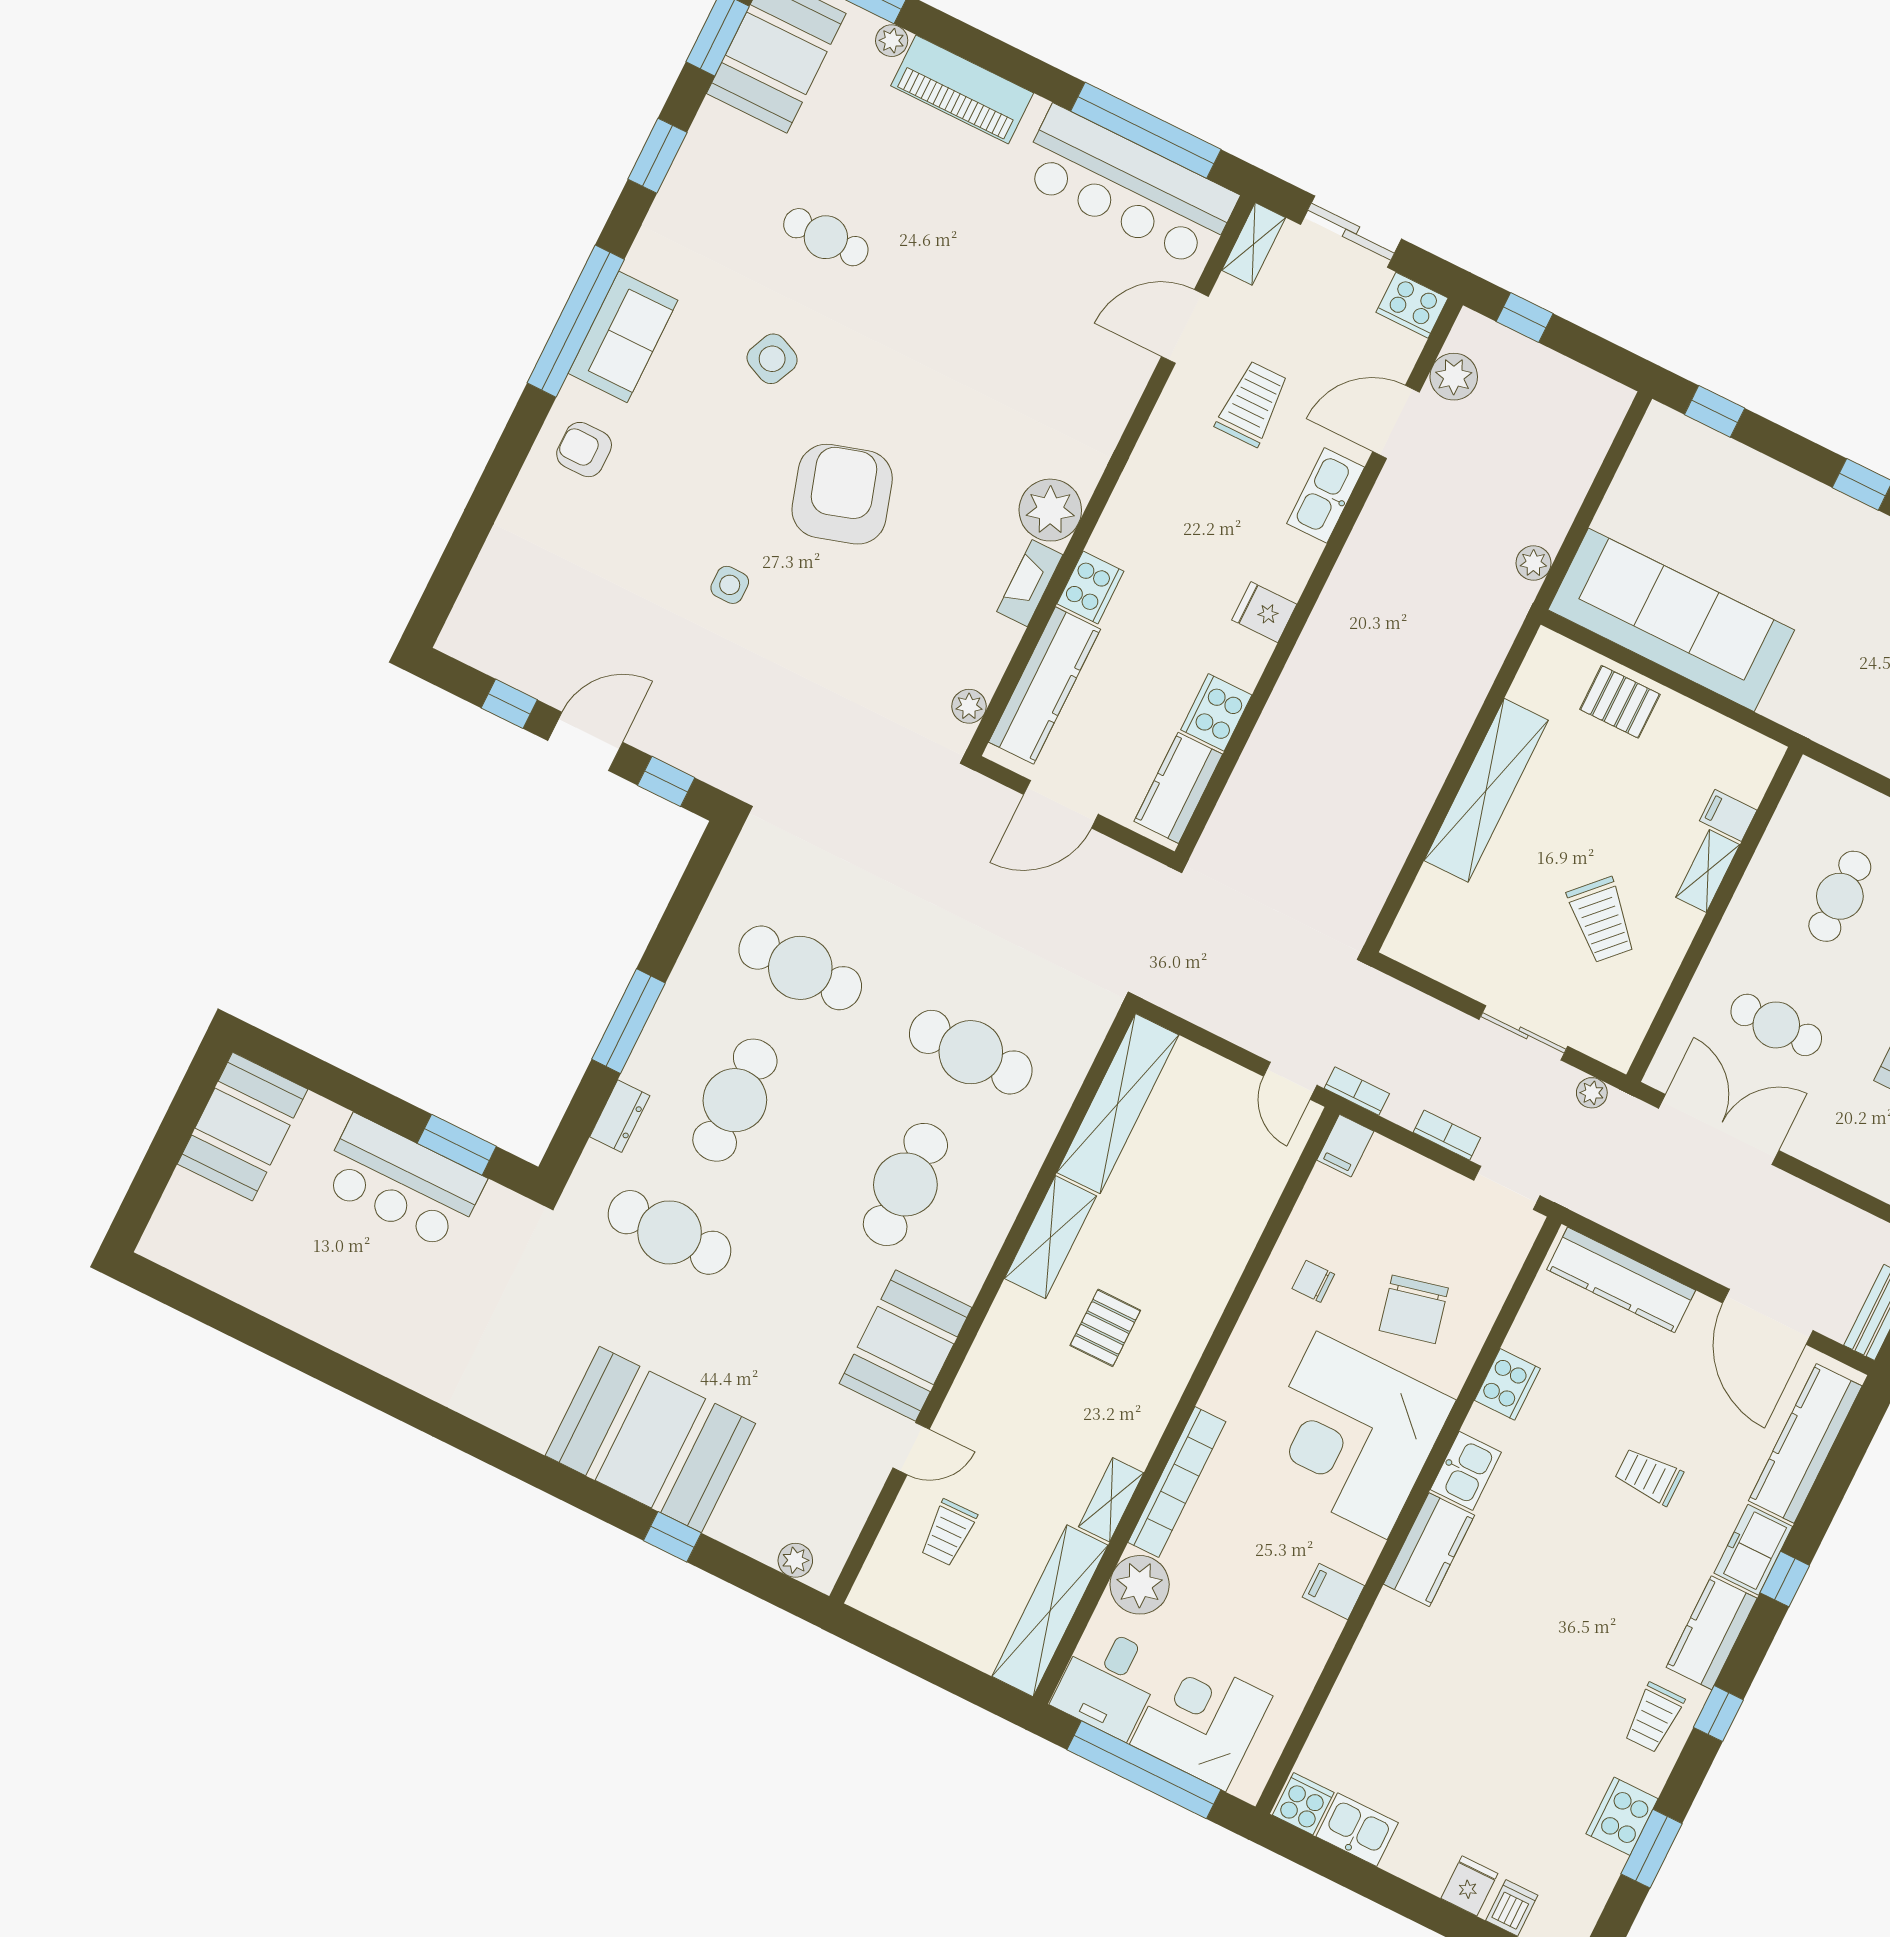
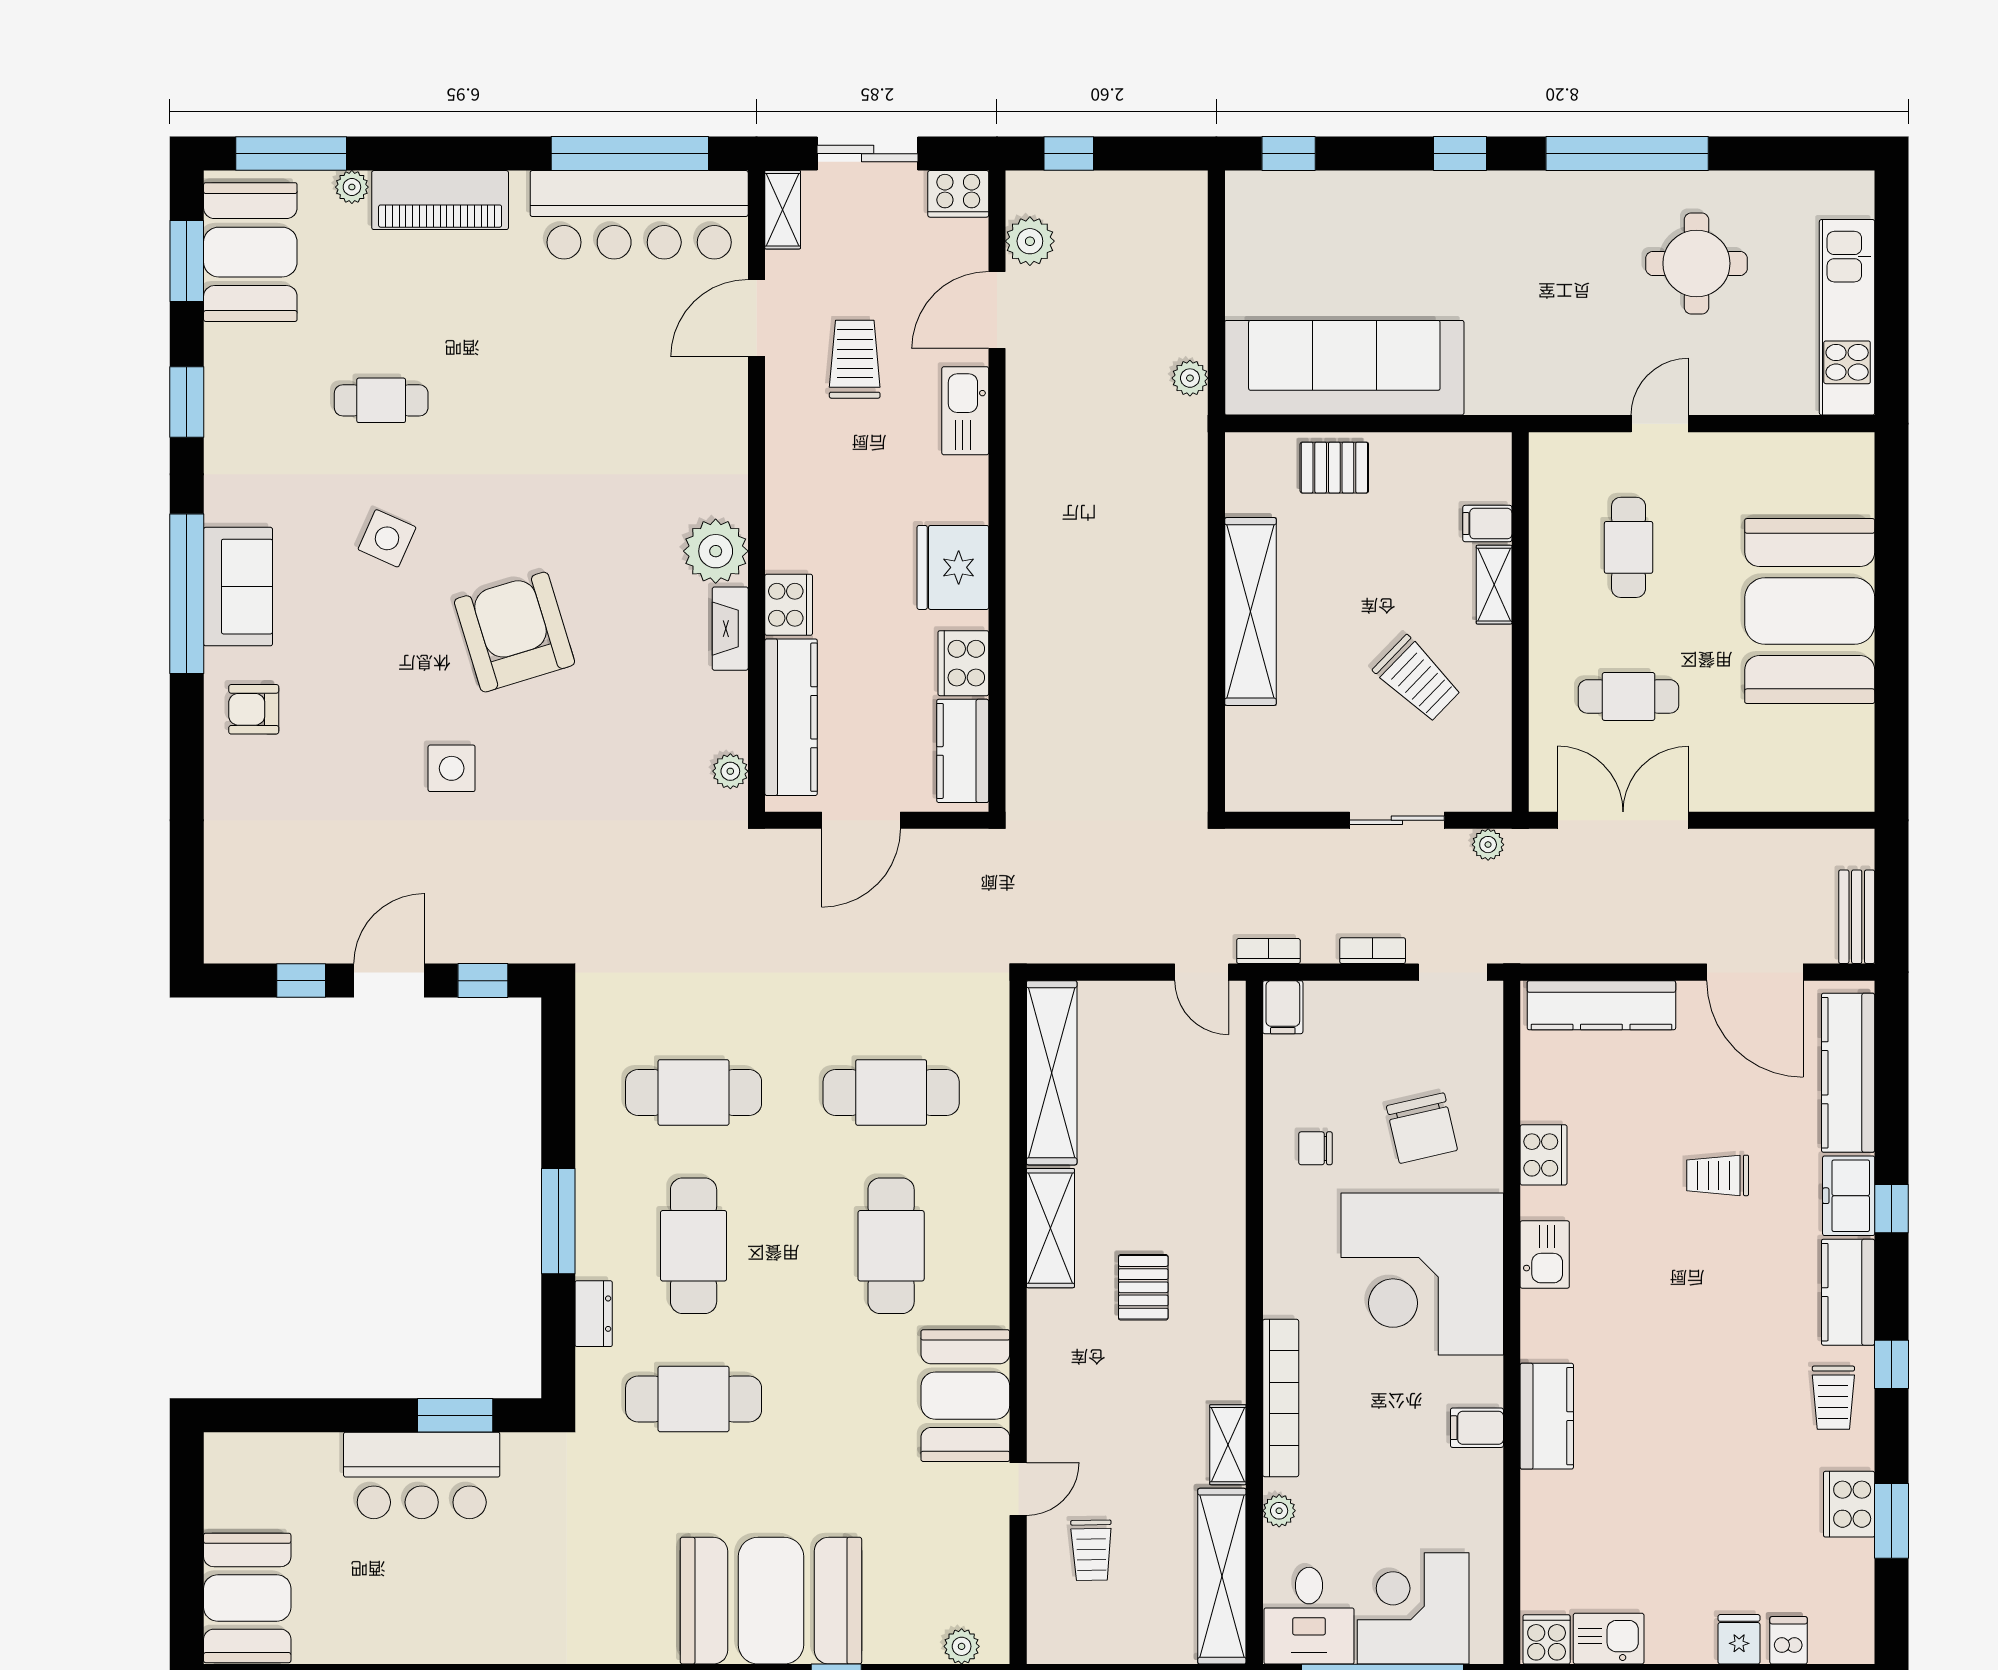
side table: (730, 585) -> (452, 768), width x1.37, depth x1.37
fridge: (1264, 612) -> (953, 567), width x1.88, depth x1.34
booth: (242, 1127) -> (247, 1598), moved
kitchen counter: (1429, 1550) -> (1547, 1416), moved
plant: (1140, 1585) -> (1279, 1511), width x0.53, depth x0.53

